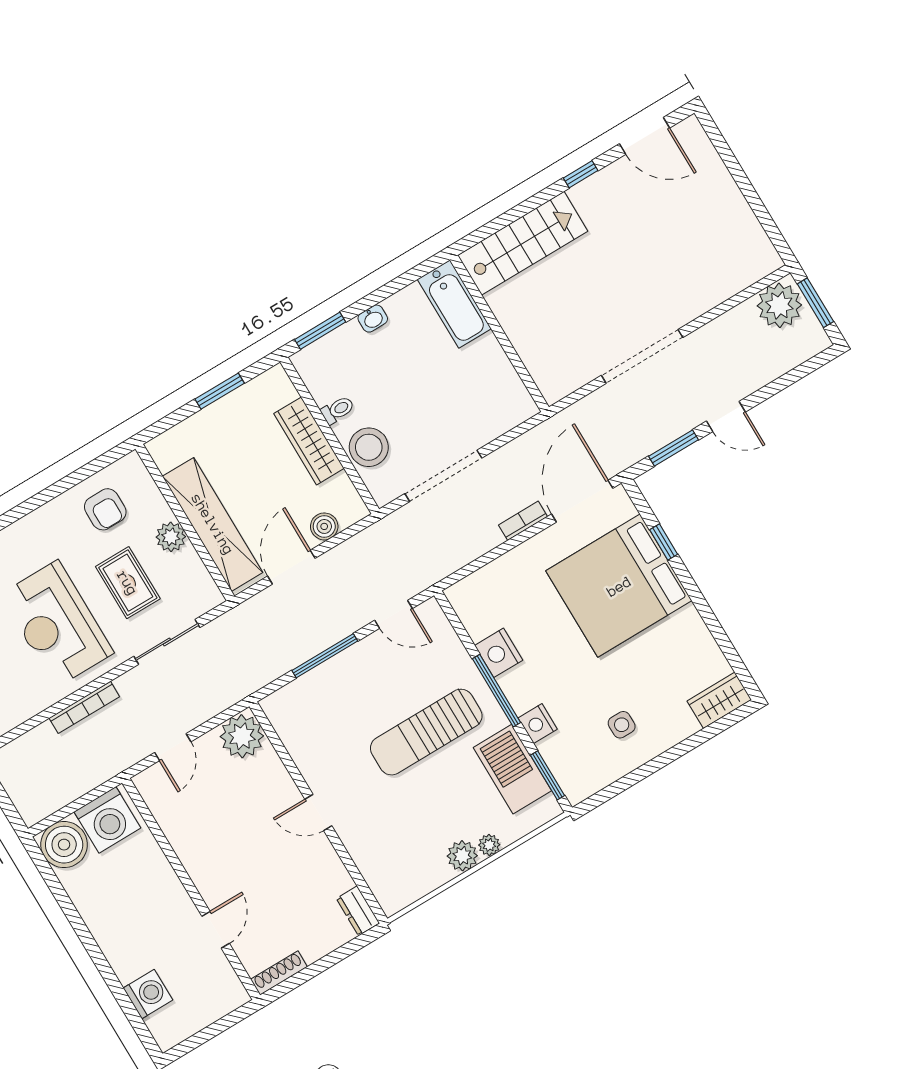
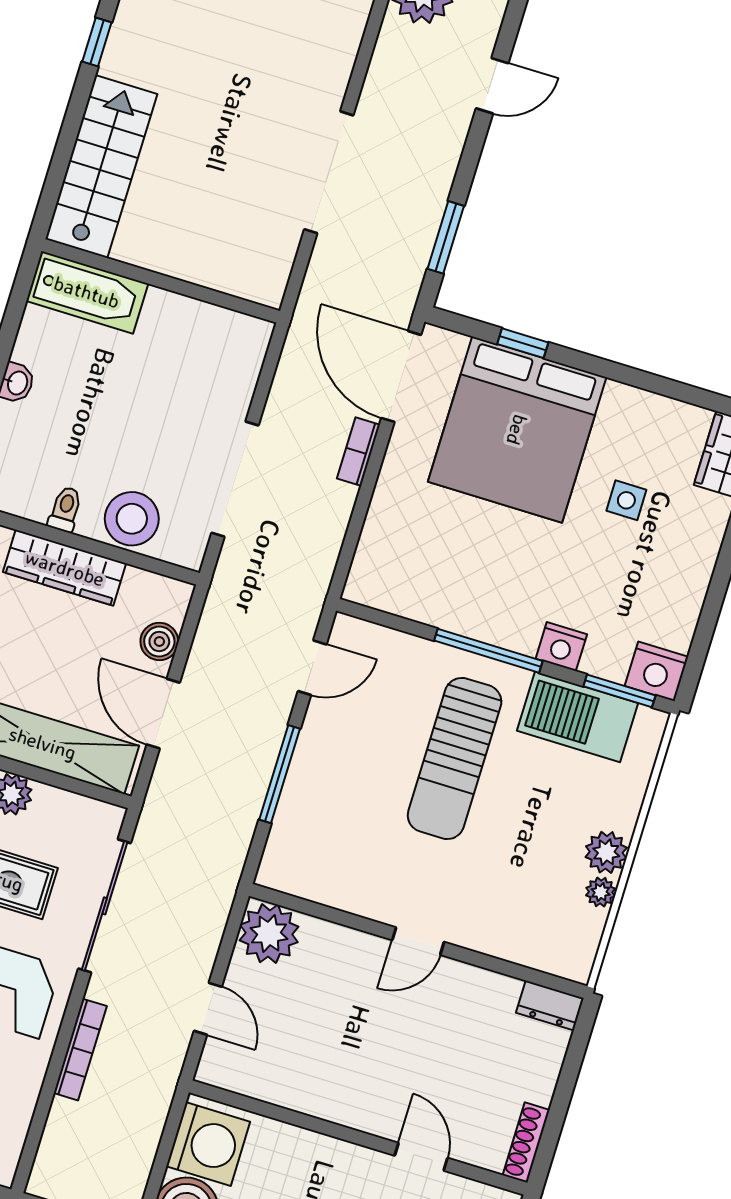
door: (726, 417) -> (492, 86), moved
sliding door: (167, 642) -> (105, 906), width x1.37
nightstand: (499, 653) -> (657, 671), moved
side table: (622, 725) -> (626, 500), moved
plant: (489, 845) -> (601, 892), moved

